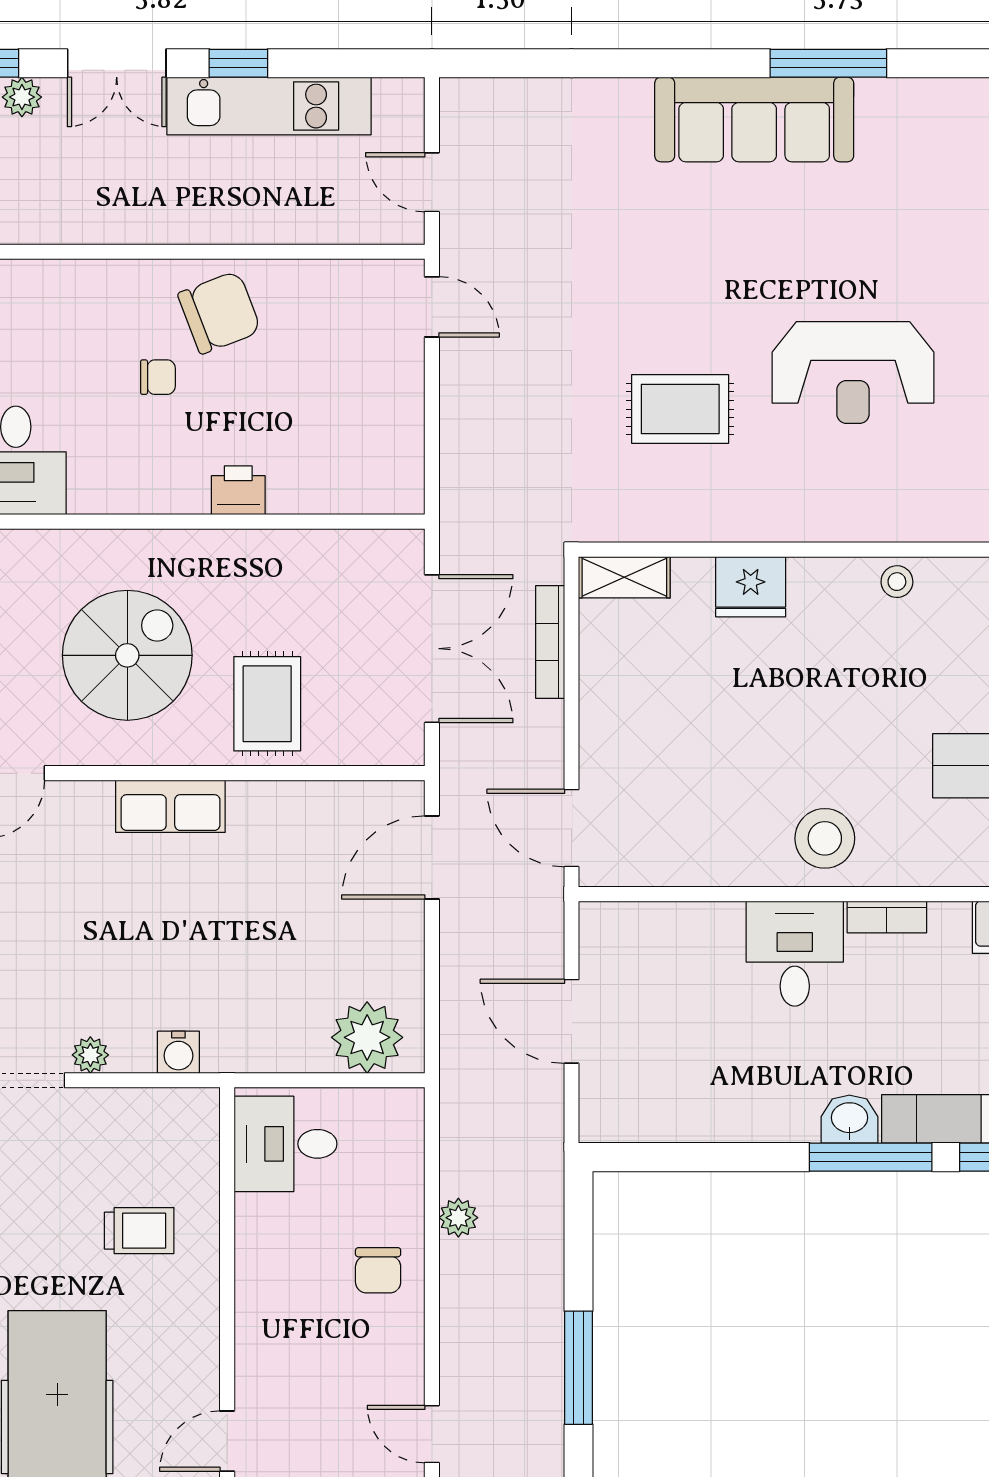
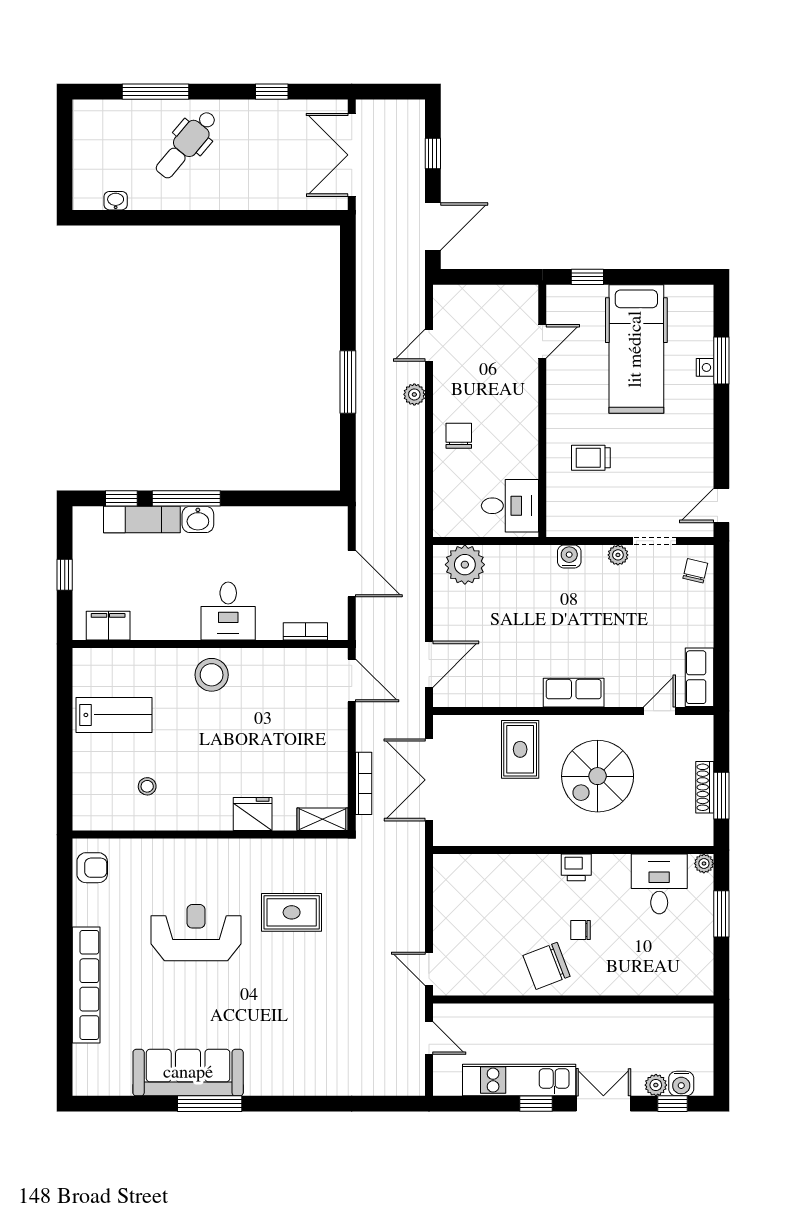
sofa: (754, 119) -> (188, 1073), moved
printer: (238, 490) -> (576, 867), moved
stool: (897, 582) -> (147, 786), moved
bookcase: (887, 917) -> (305, 631), moved
plant: (458, 1218) -> (414, 394), moved
door: (432, 1434) -> (429, 345), swing flipped

